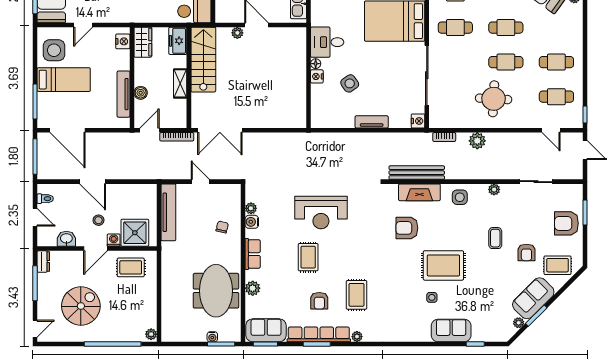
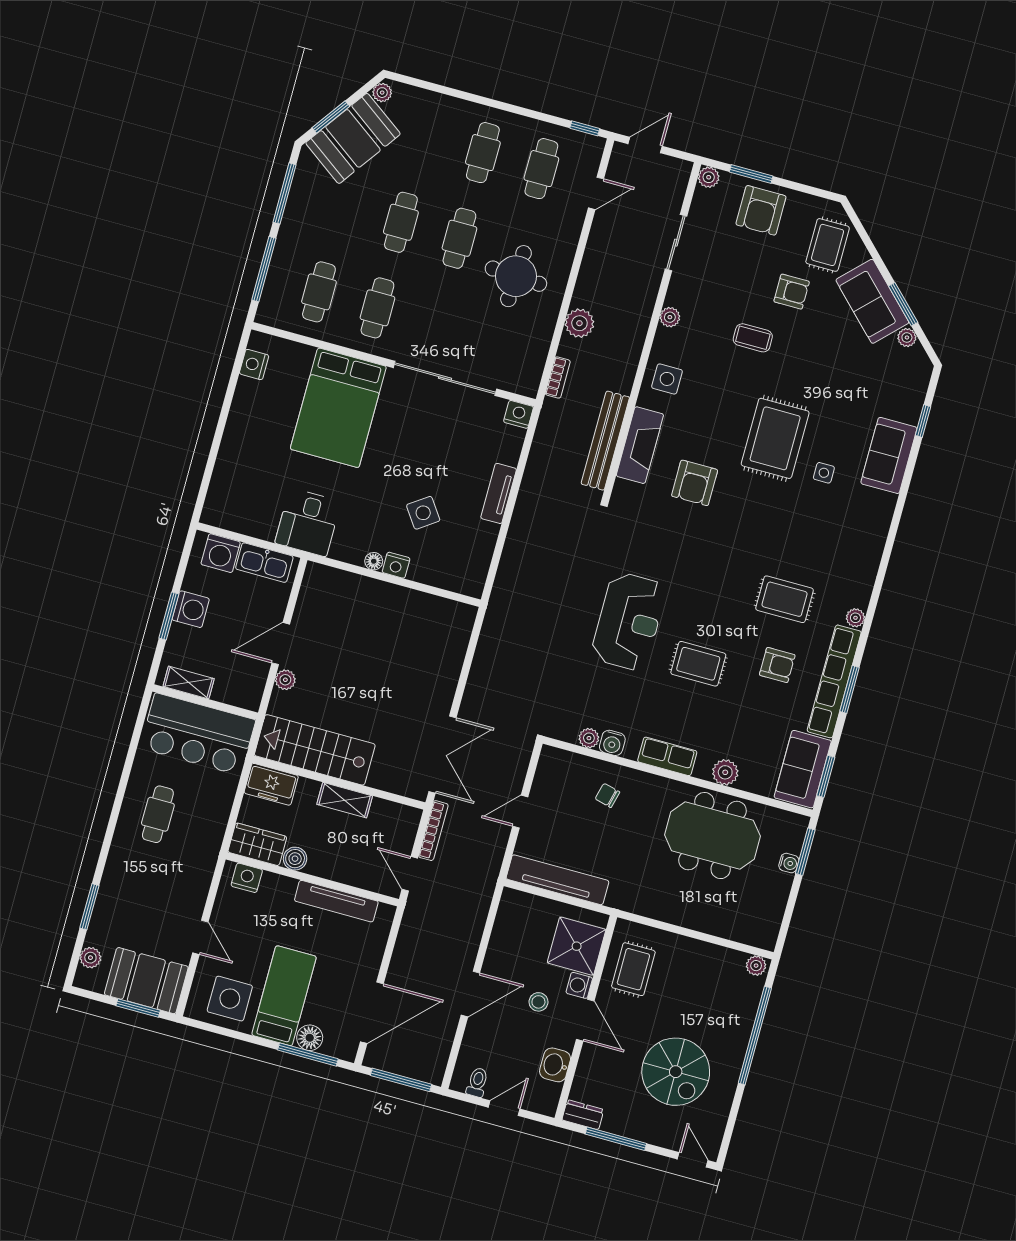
desk: (327, 42) -> (308, 522), moved
boiler: (141, 93) -> (295, 859), moved
floor lamp: (44, 100) -> (310, 1038), added
plant: (577, 190) -> (709, 177), added
spiral stairs: (81, 306) -> (676, 1072), turned 180

